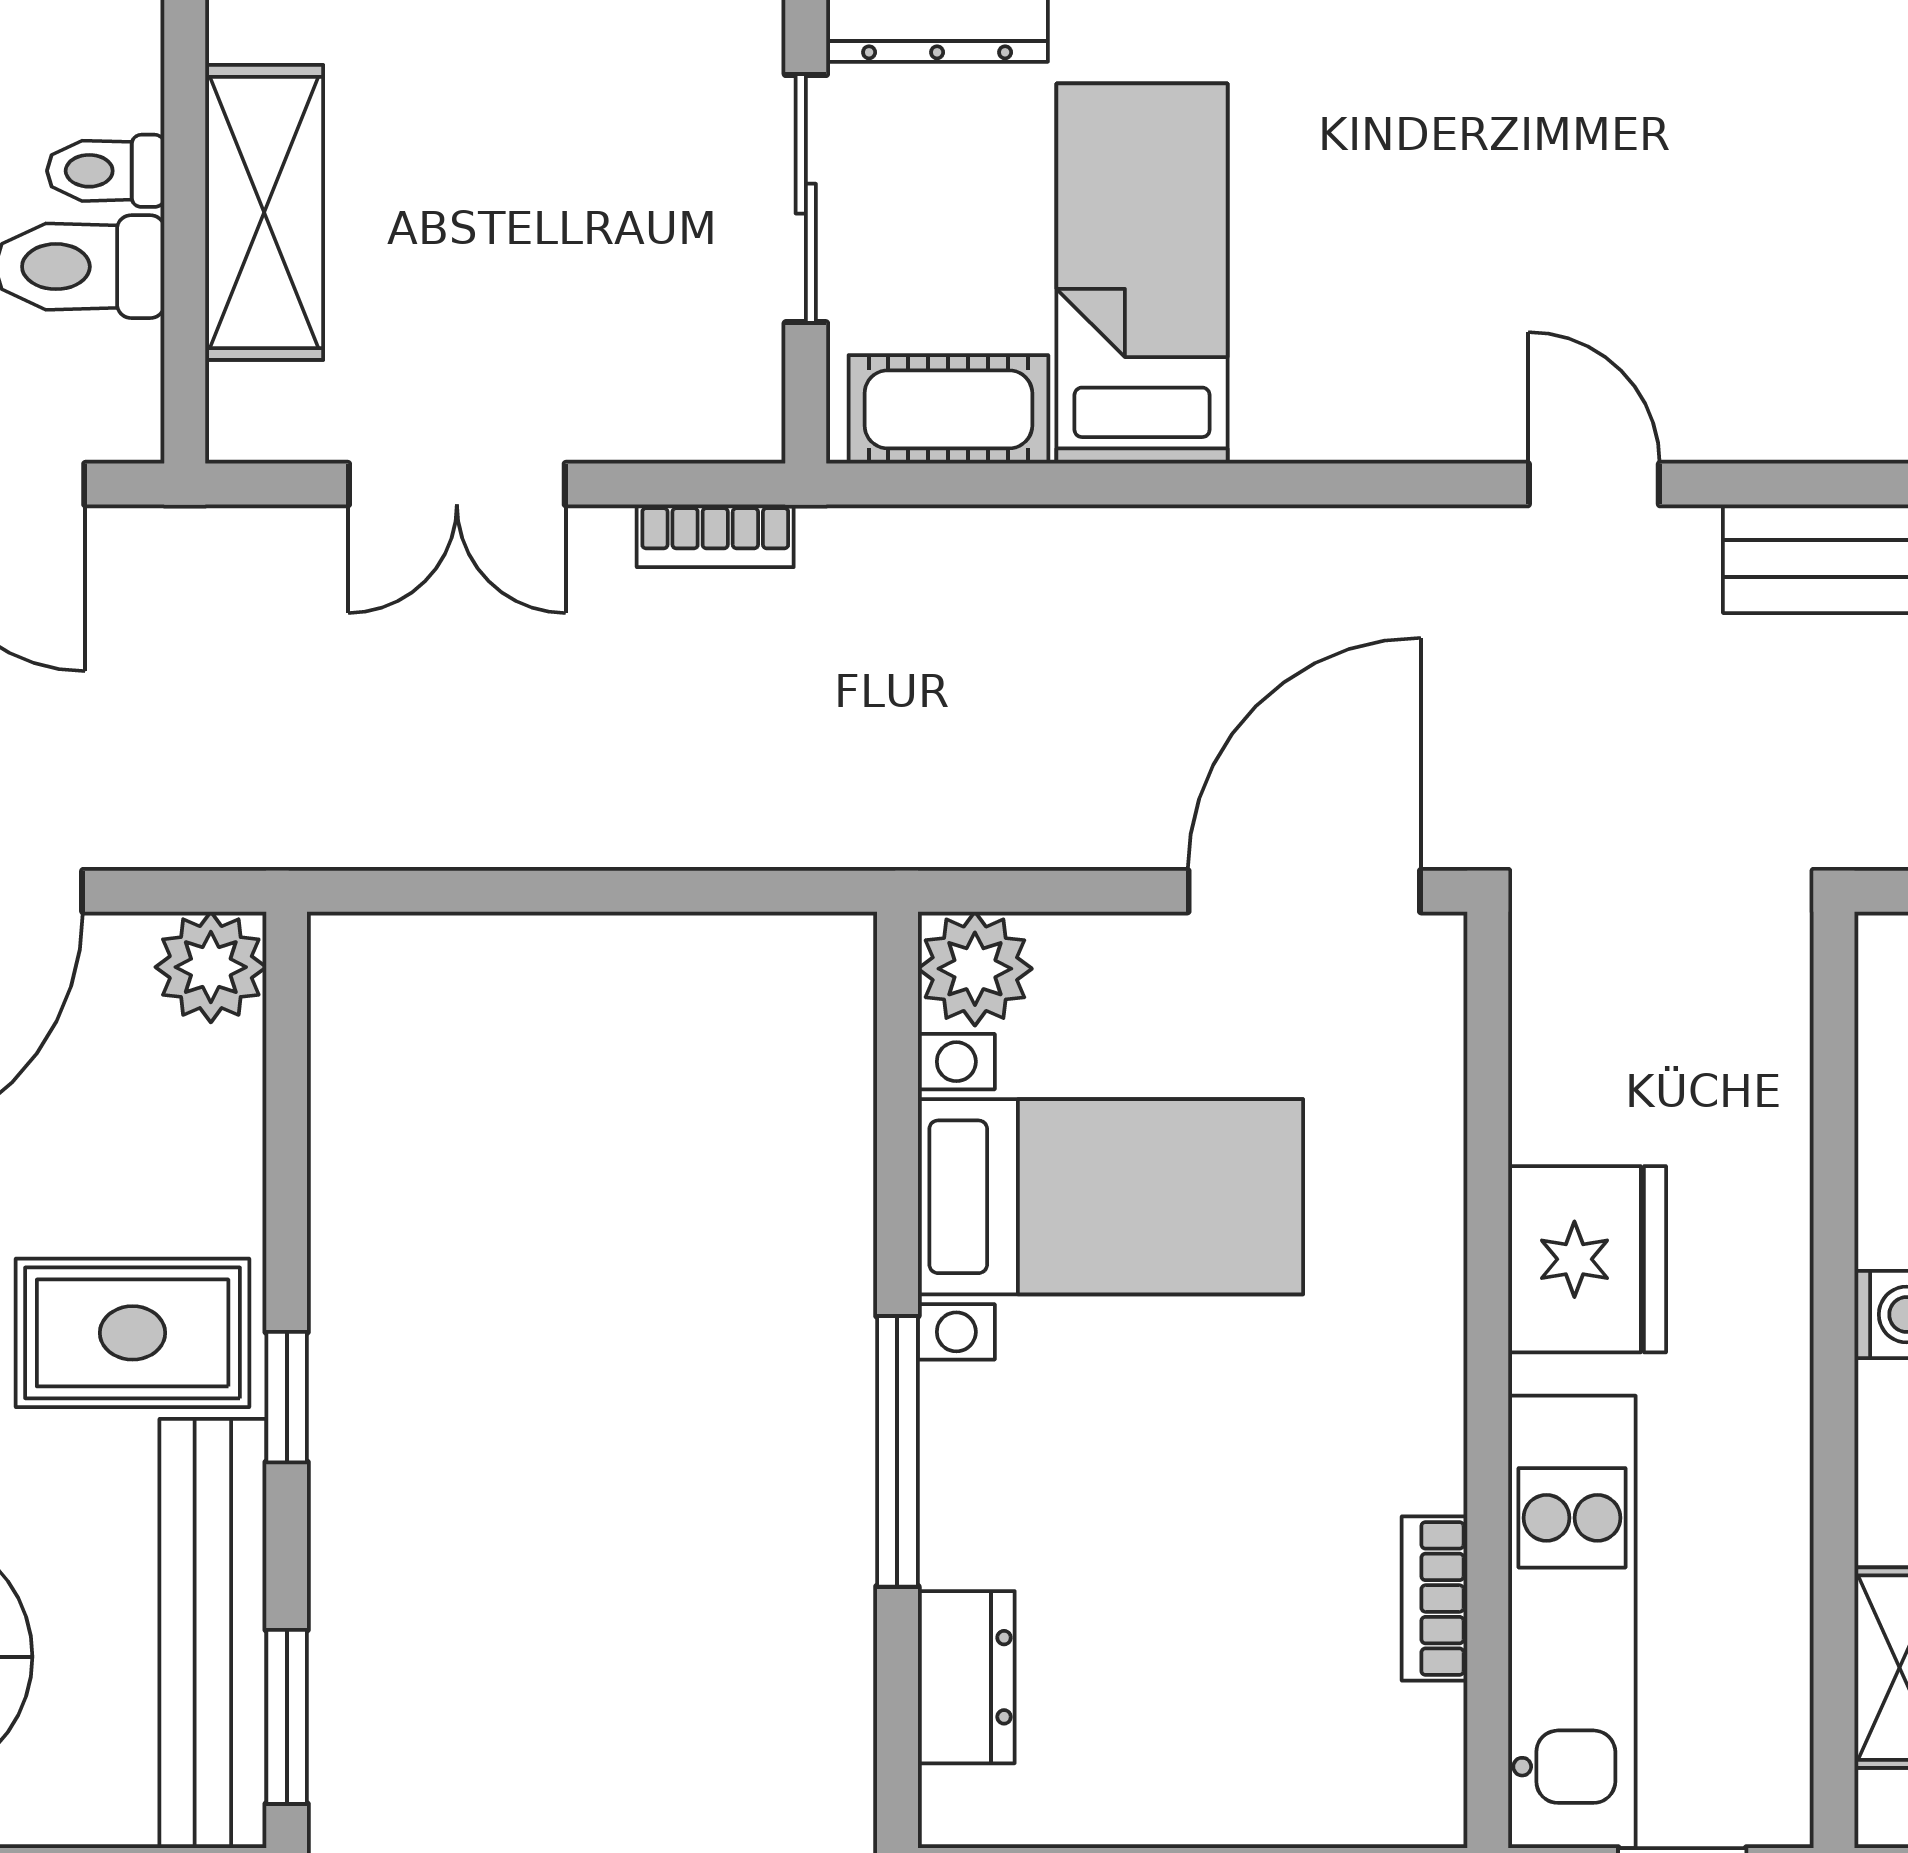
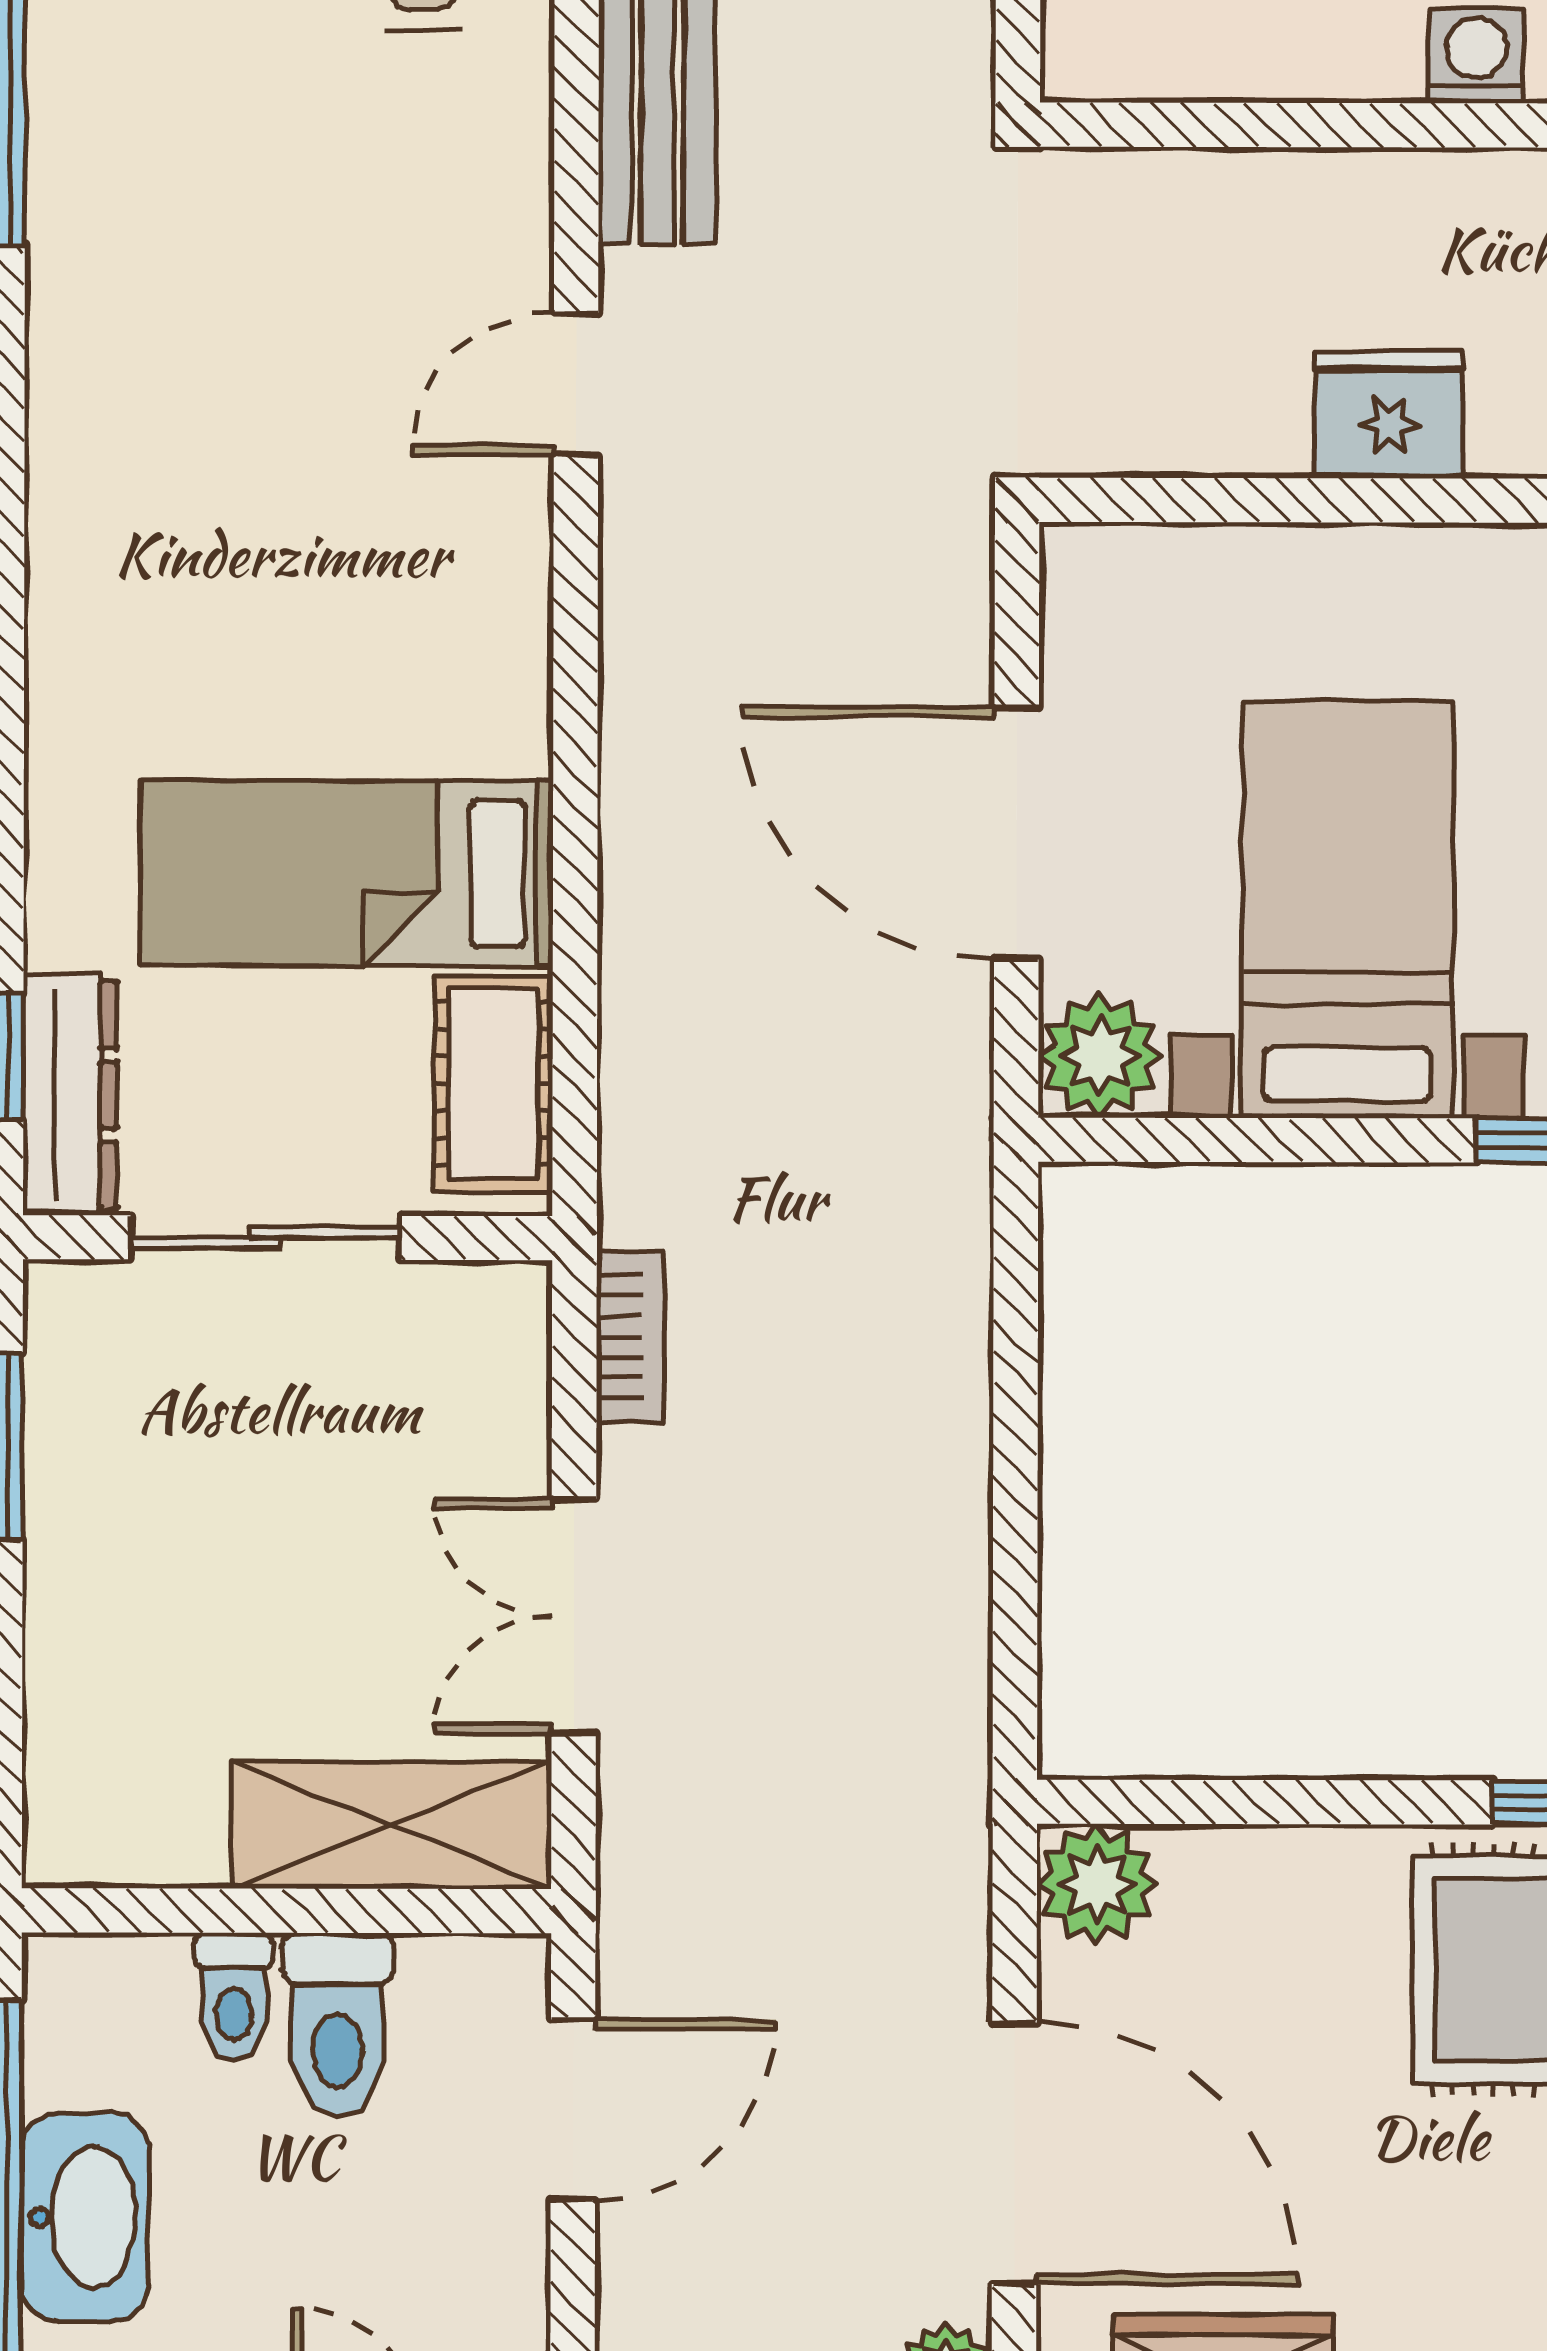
shelving: (264, 212) -> (392, 1825), moved
double door: (457, 484) -> (574, 1616), swing flipped
door: (1304, 891) -> (1017, 833), moved
fridge: (1587, 1259) -> (1389, 414), width x0.73, depth x0.75

